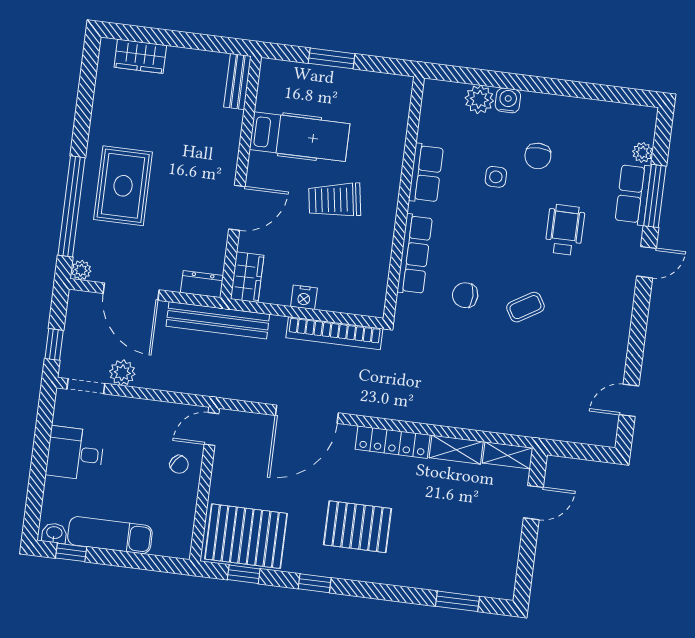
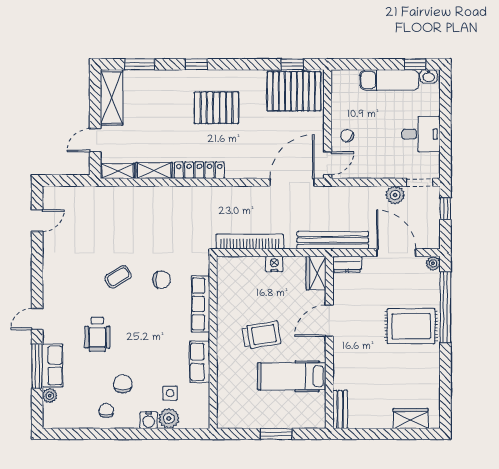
chair: (566, 122) -> (106, 410), added
side table: (496, 177) -> (170, 393), moved
rug: (123, 186) -> (411, 326), turned 90
door: (307, 414) -> (292, 182), moved
shelving: (503, 560) -> (112, 97), added
window: (315, 583) -> (196, 64), moved

